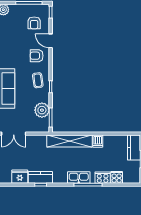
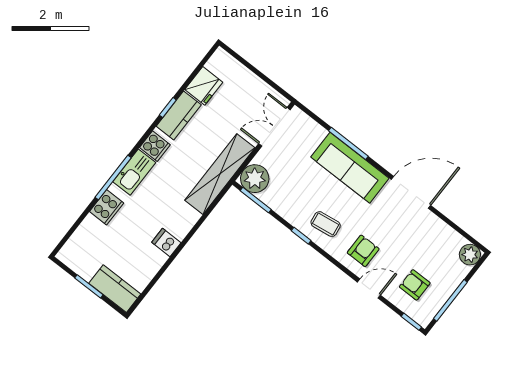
plant: (42, 110) -> (255, 179), moved
shelving: (70, 141) -> (220, 174), moved
cooker: (117, 177) -> (155, 146), moved

